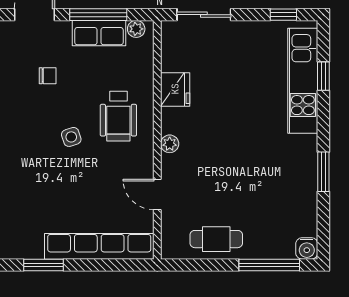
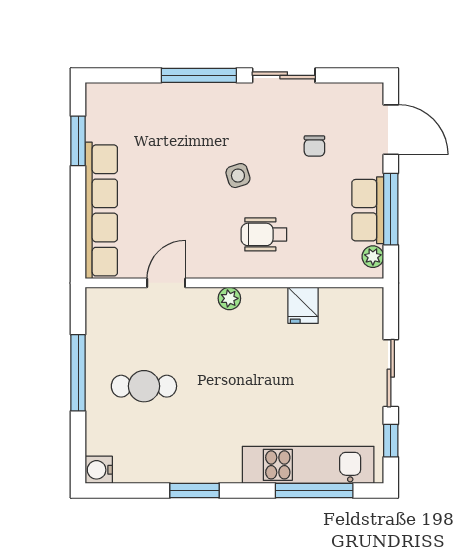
sliding door: (204, 15) -> (391, 373), moved
window: (323, 76) -> (314, 491), width x2.17
fridge: (175, 89) -> (303, 305), width x0.72
wheelchair: (118, 116) -> (264, 234), width x0.73, depth x0.73
cafe table: (216, 239) -> (144, 386), moved, turned 90
window: (269, 265) -> (78, 373), moved

